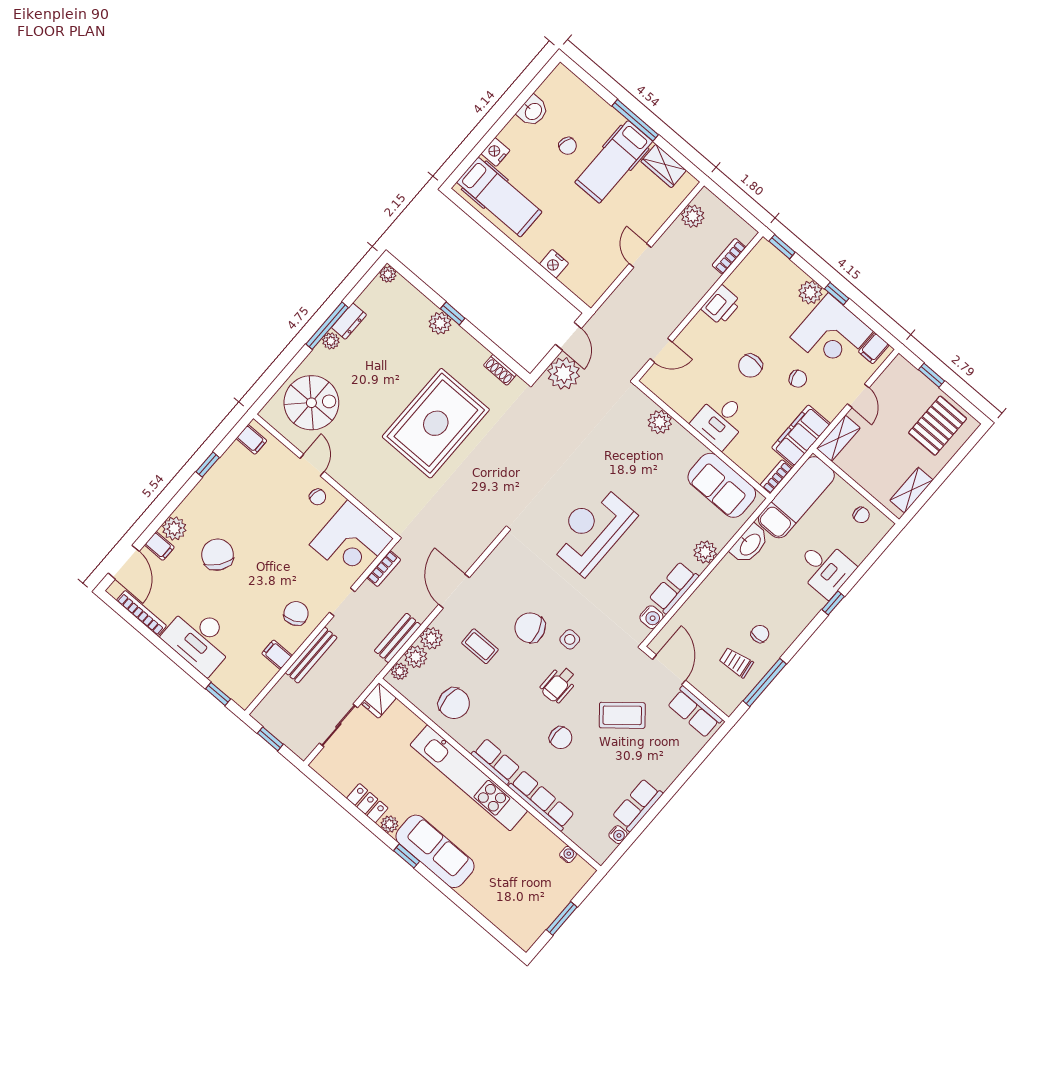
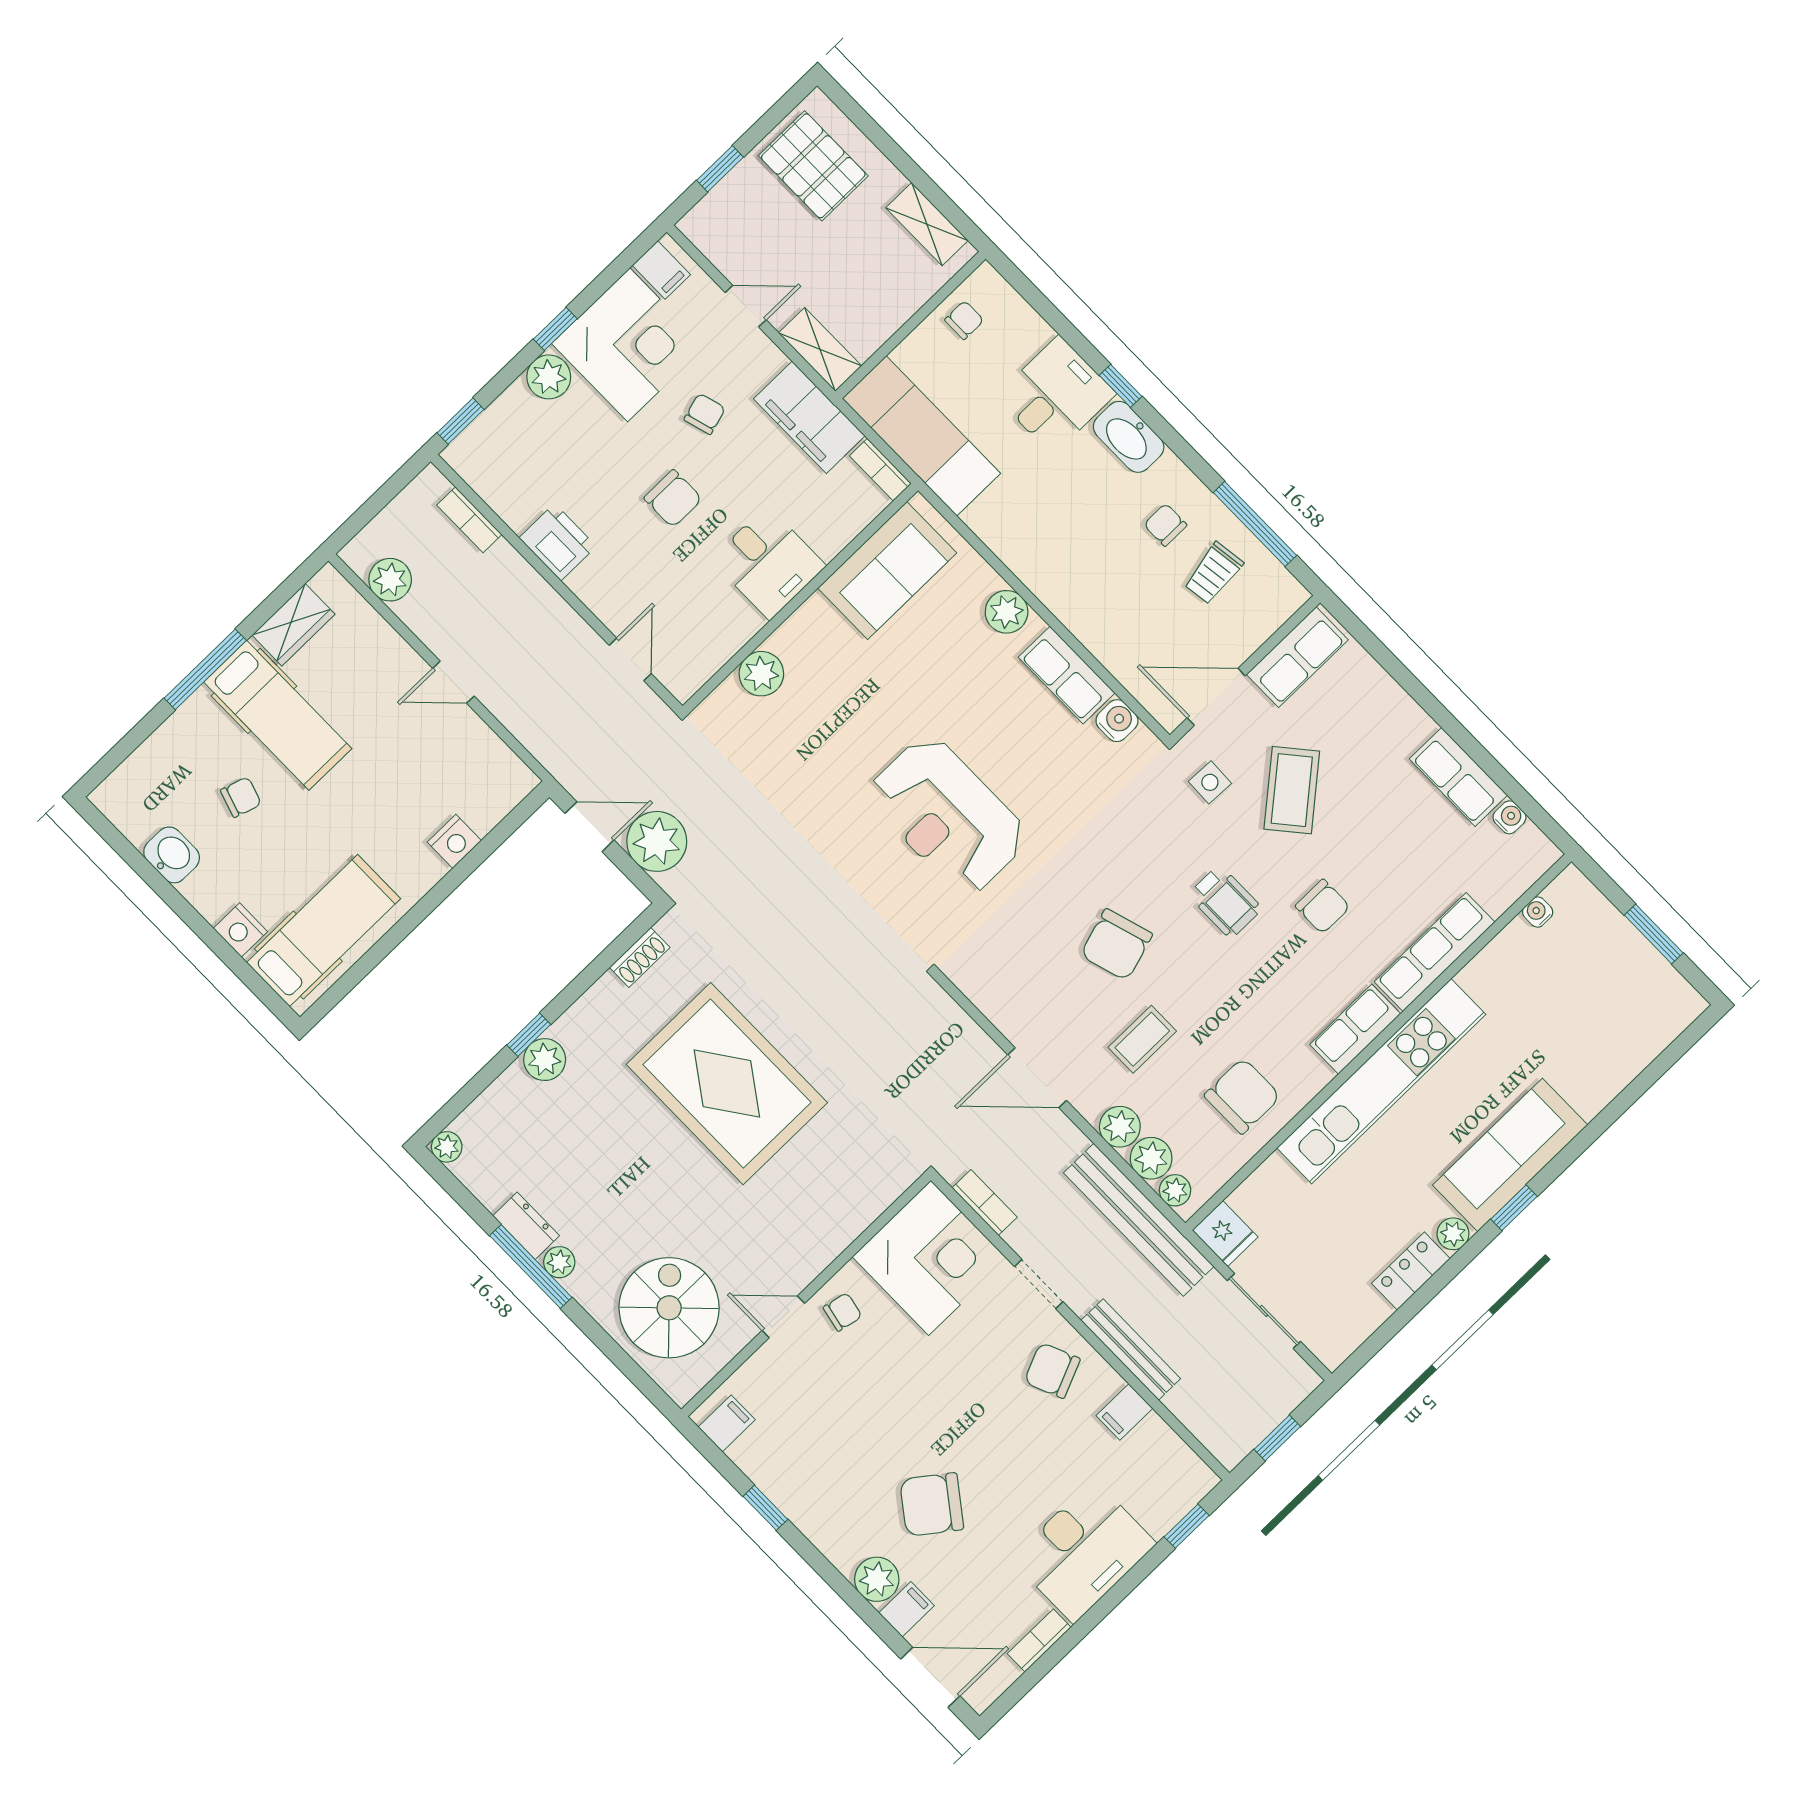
washbasin: (750, 544) -> (1129, 437), moved, turned 180
bookcase: (141, 613) -> (1039, 1640), width x0.64
bench: (398, 638) -> (1139, 1220), width x1.86, depth x1.21
side table: (570, 639) -> (1210, 782), moved
chair: (561, 738) -> (1323, 906), turned 90

